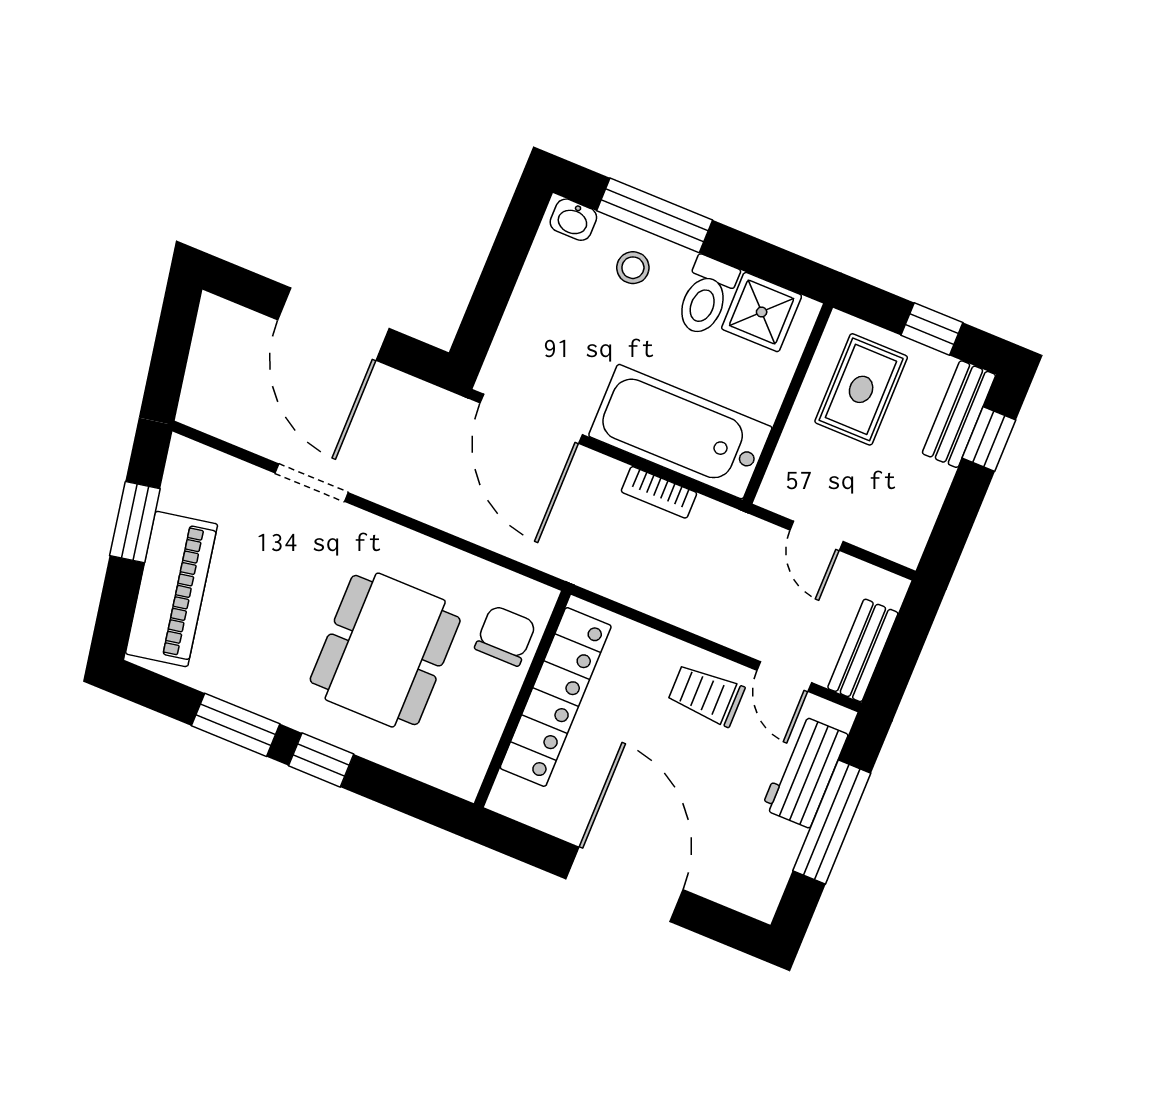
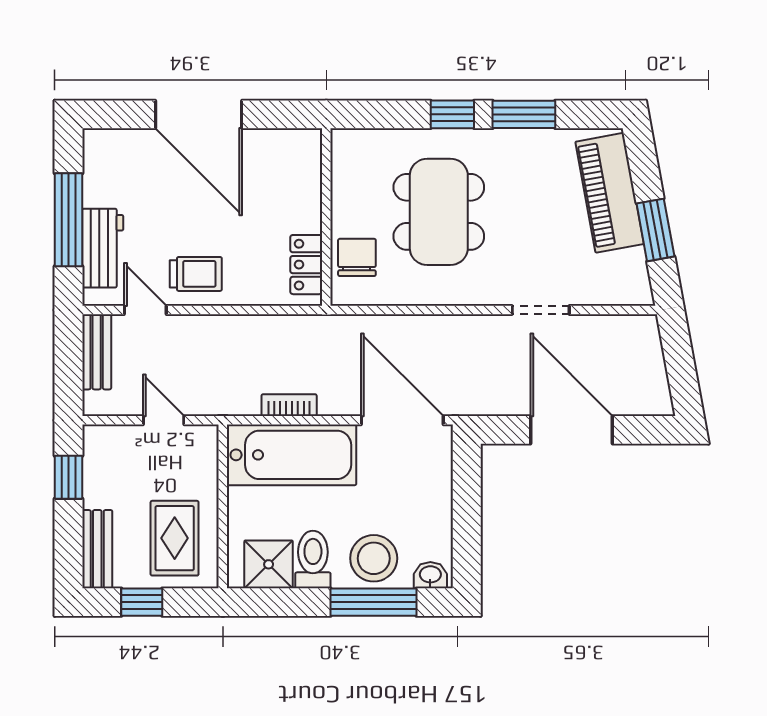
stool: (633, 268) -> (374, 558), width x1.89, depth x1.89
window: (989, 439) -> (68, 477), moved
chair: (505, 636) -> (357, 257), turned 180
locker: (556, 697) -> (306, 265), width x0.46, depth x0.83

